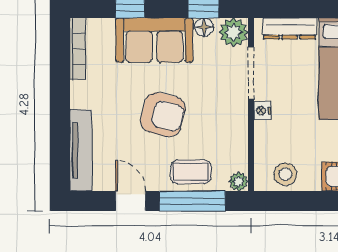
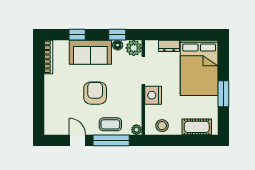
dresser: (290, 28) -> (169, 46), width x0.70
nightstand: (262, 111) -> (153, 95), width x1.89, depth x1.79
armchair: (163, 115) -> (95, 93), turned -105
tv unit: (81, 150) -> (50, 113), removed

